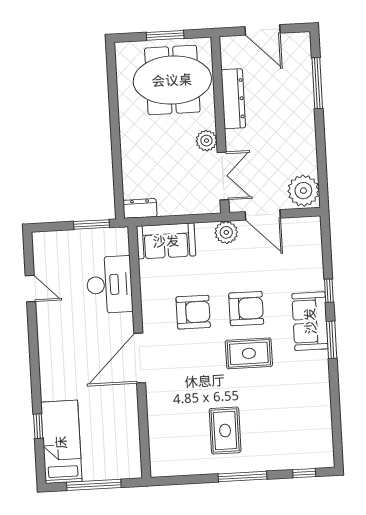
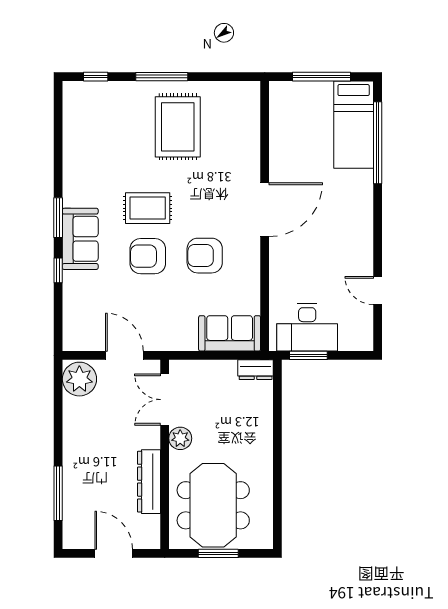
meeting table: (172, 80) -> (213, 505), turned 90
plant: (226, 232) -> (165, 339), removed
desk: (109, 285) -> (307, 327), moved, turned -90
window: (38, 426) -> (378, 143), width x3.17
rug: (225, 431) -> (178, 127), width x1.36, depth x1.43

